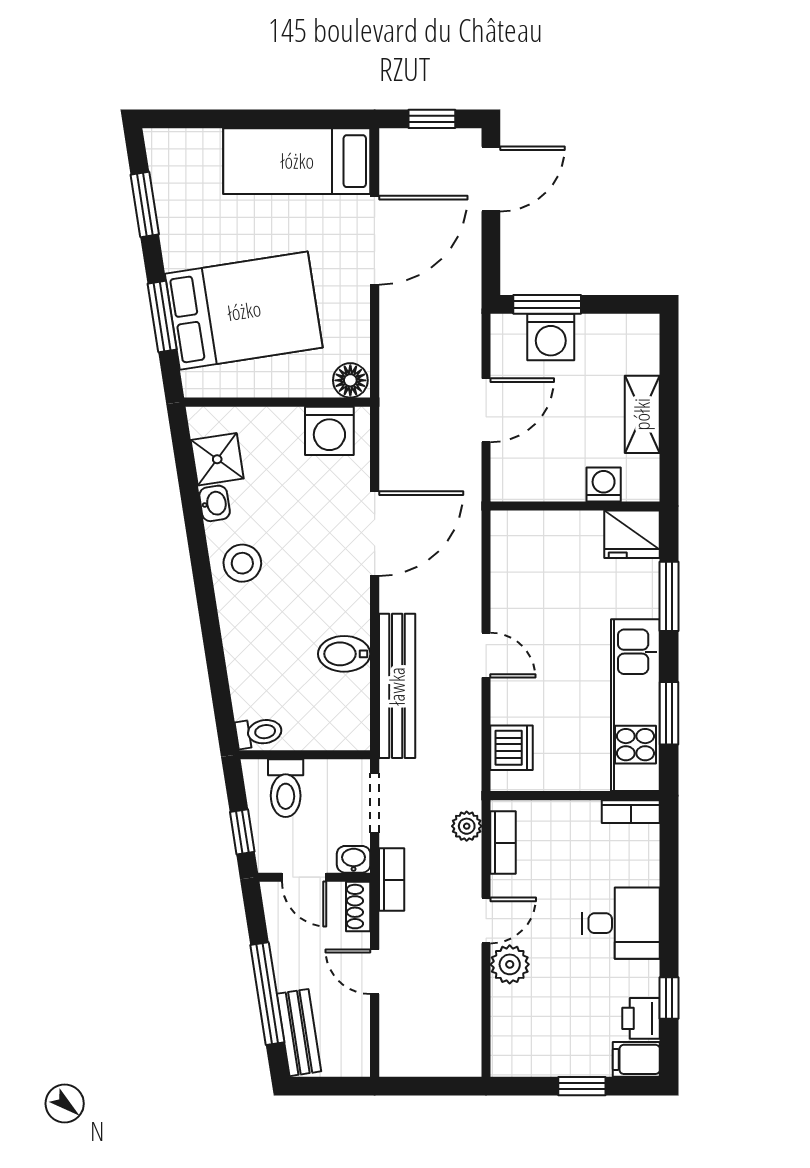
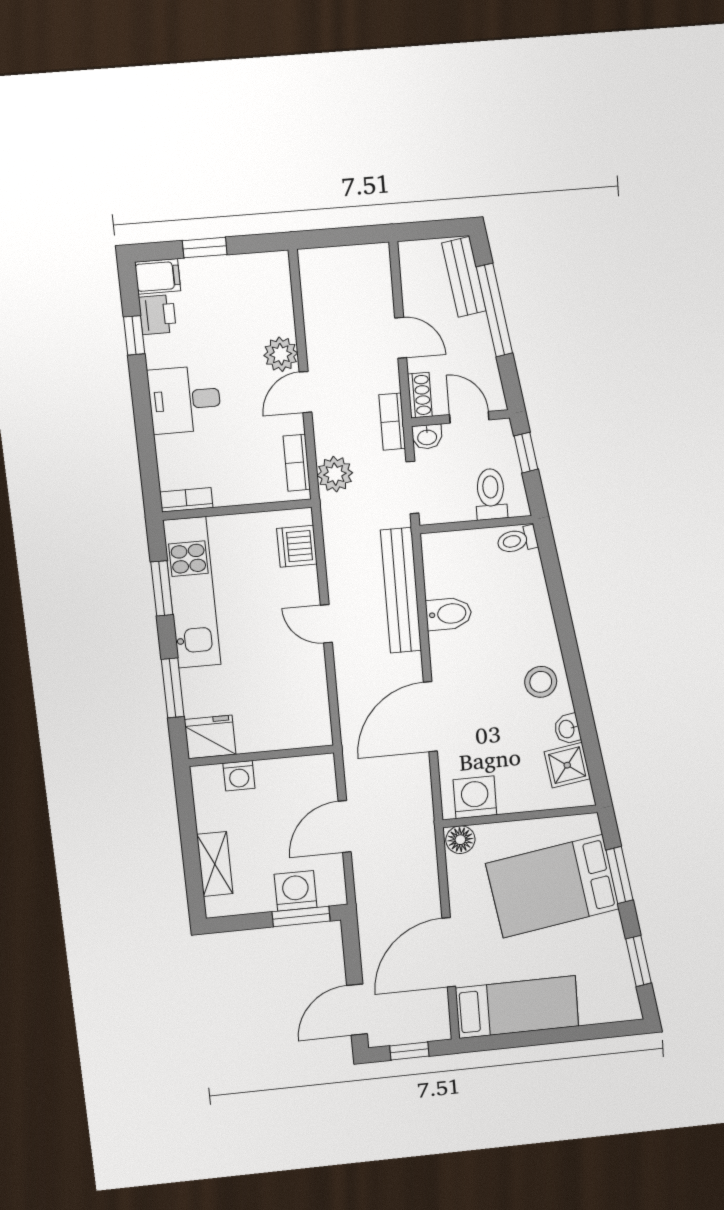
shelving: (642, 414) -> (215, 864), moved
plant: (467, 826) -> (335, 474), width x1.38, depth x1.38

